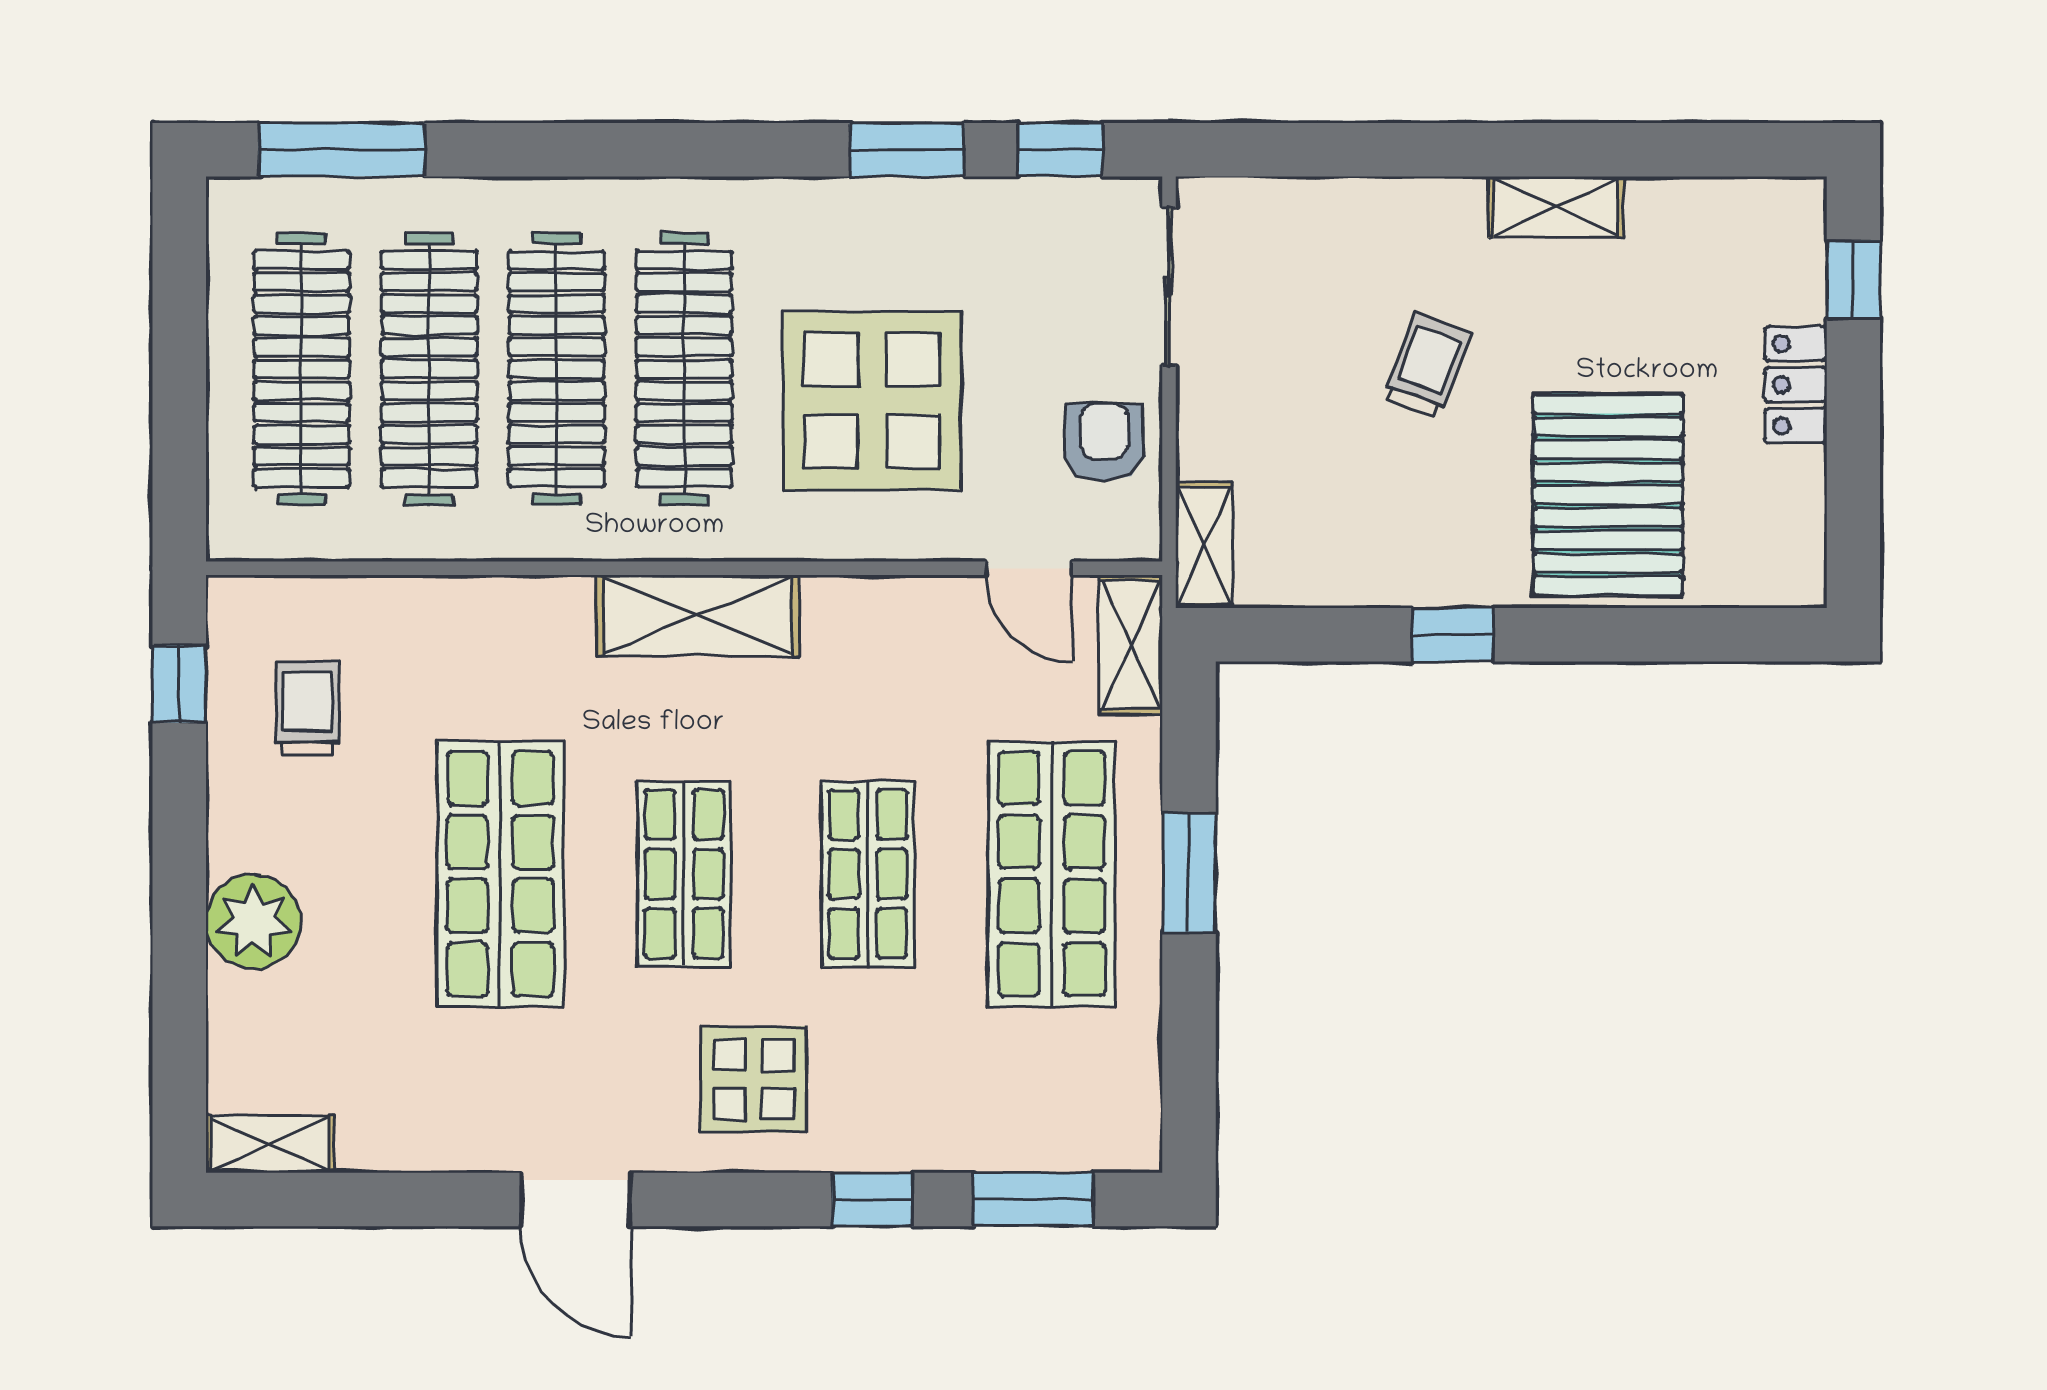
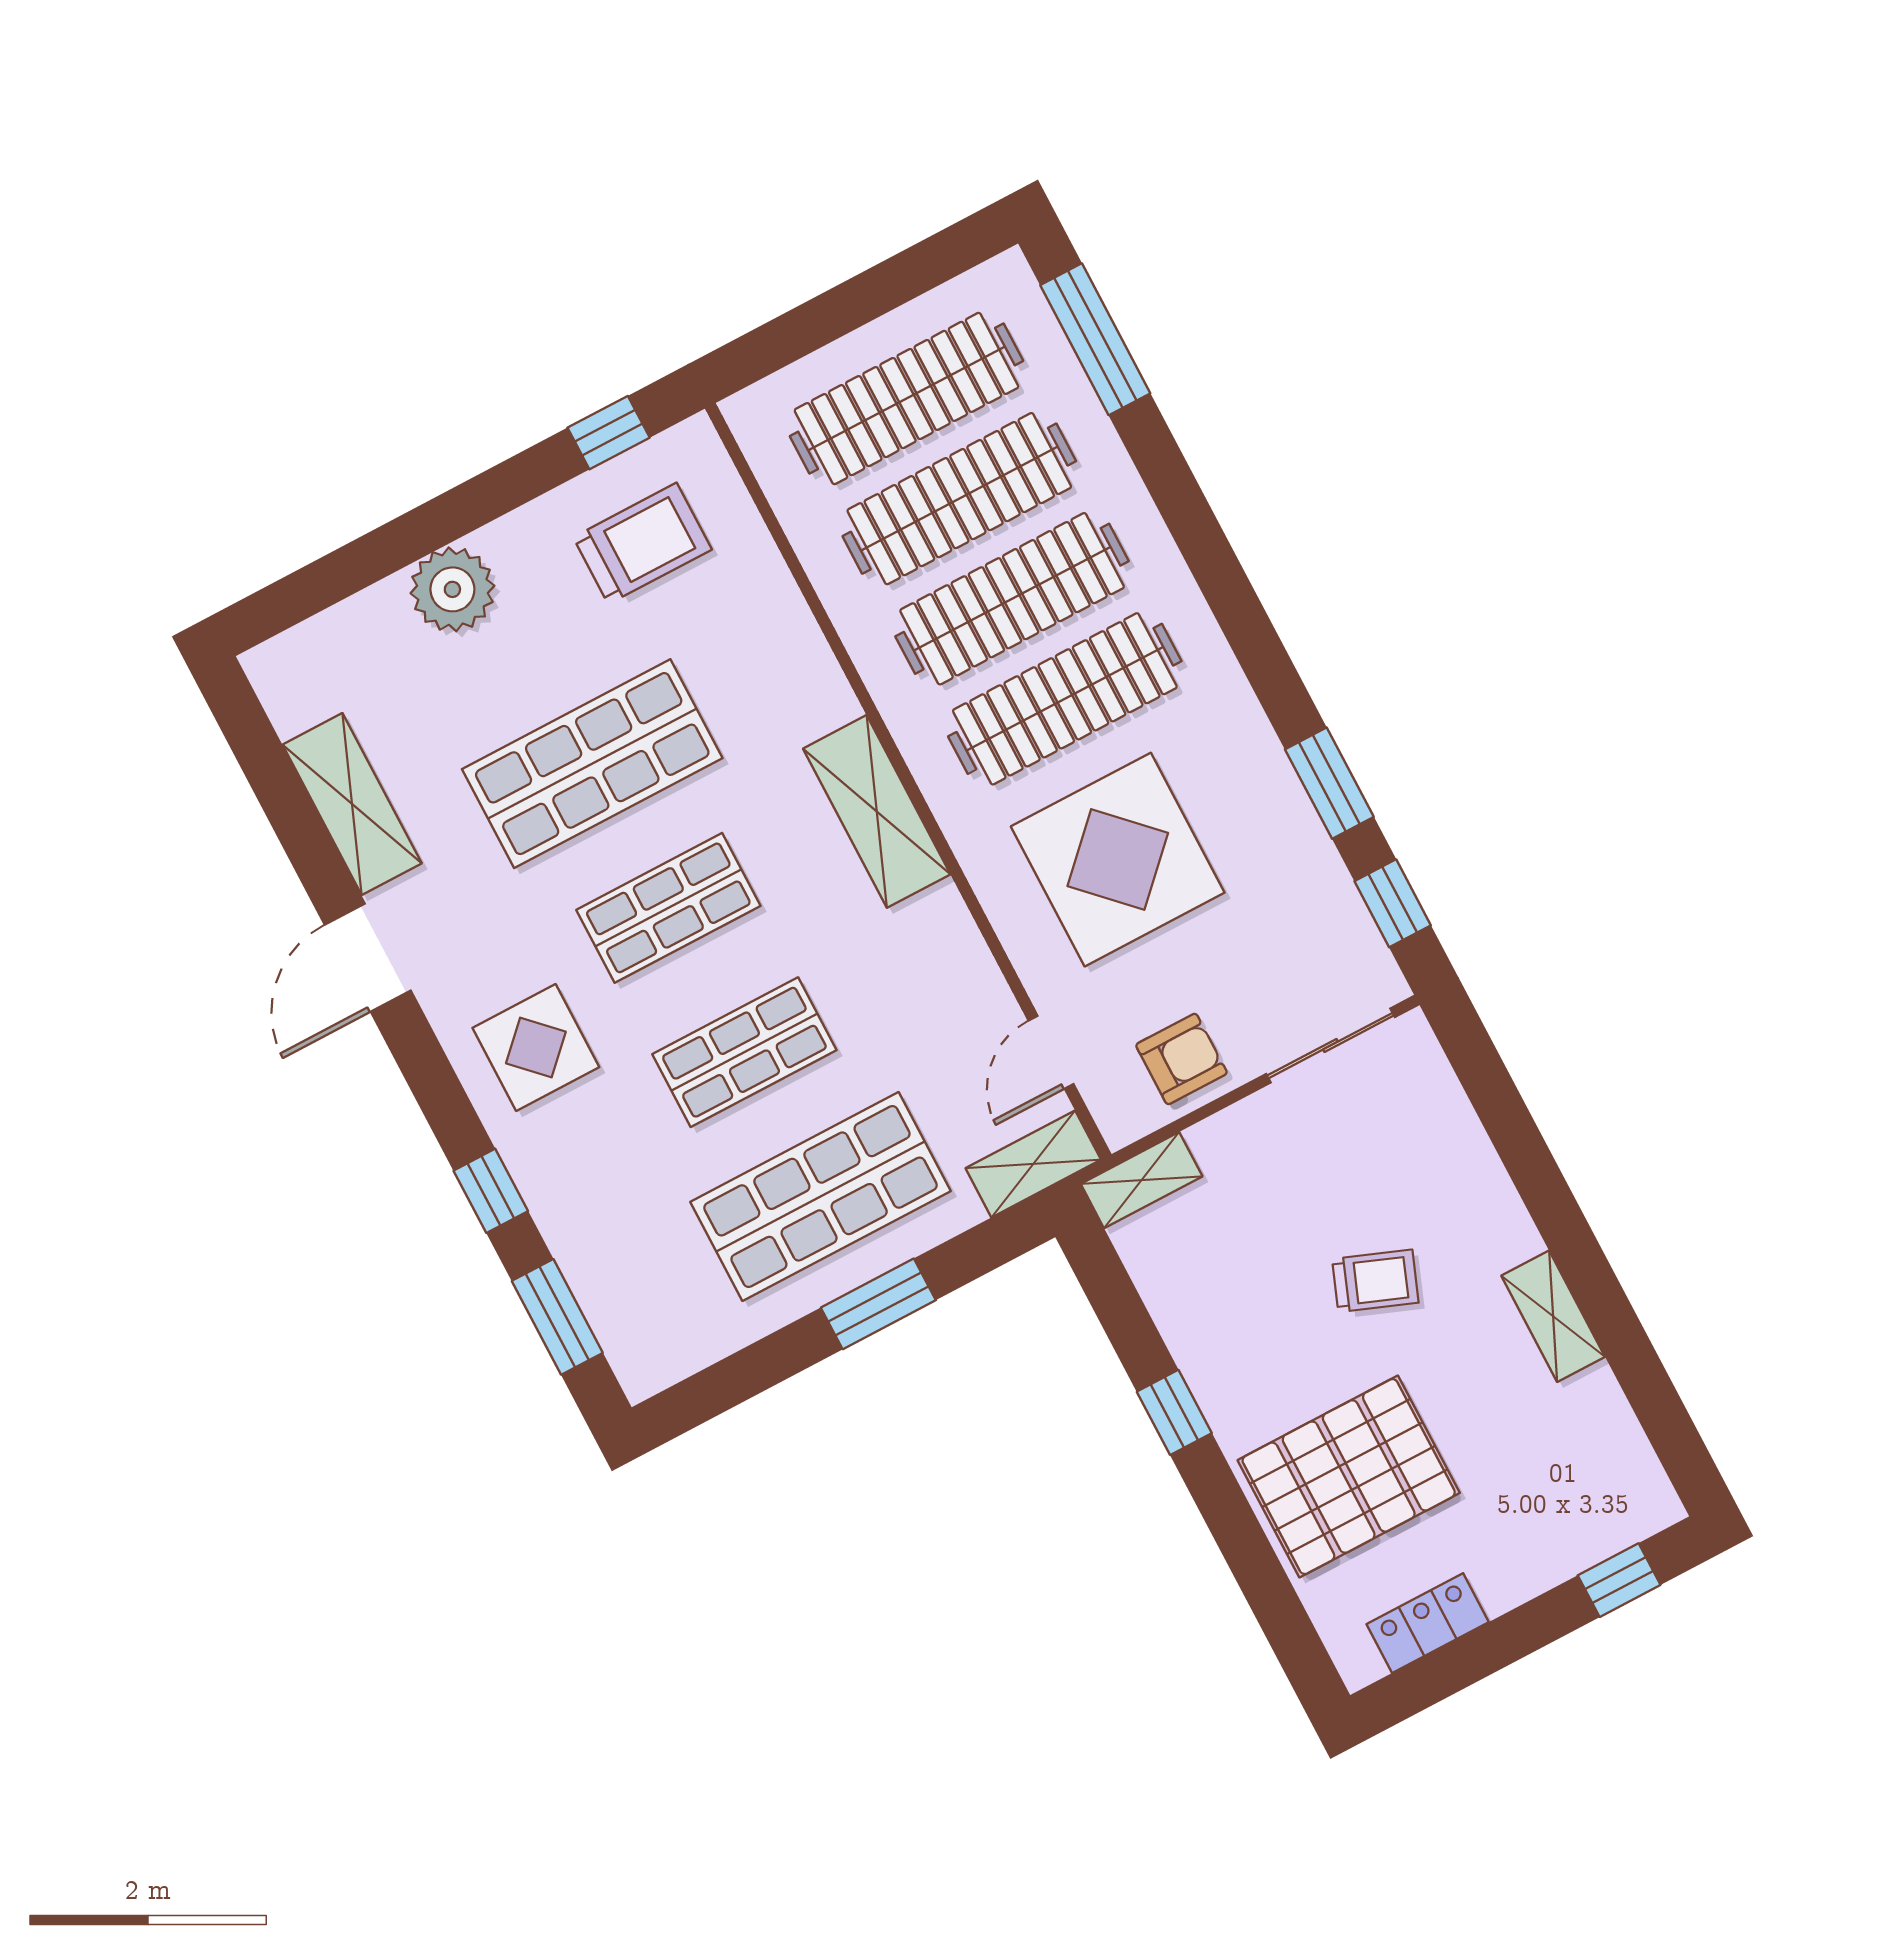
locker: (1796, 385) -> (1428, 1623), moved
trolley: (307, 708) -> (642, 543), width x1.36, depth x1.39
shelving: (270, 1144) -> (352, 804), moved, width x1.50, depth x1.33

